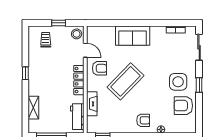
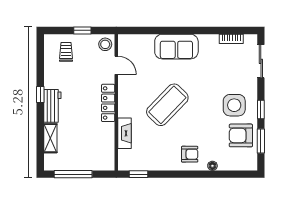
armchair: (99, 68) -> (134, 88), removed
window: (199, 110) -> (261, 141), added
workbench: (77, 117) -> (52, 106), moved, turned 180

